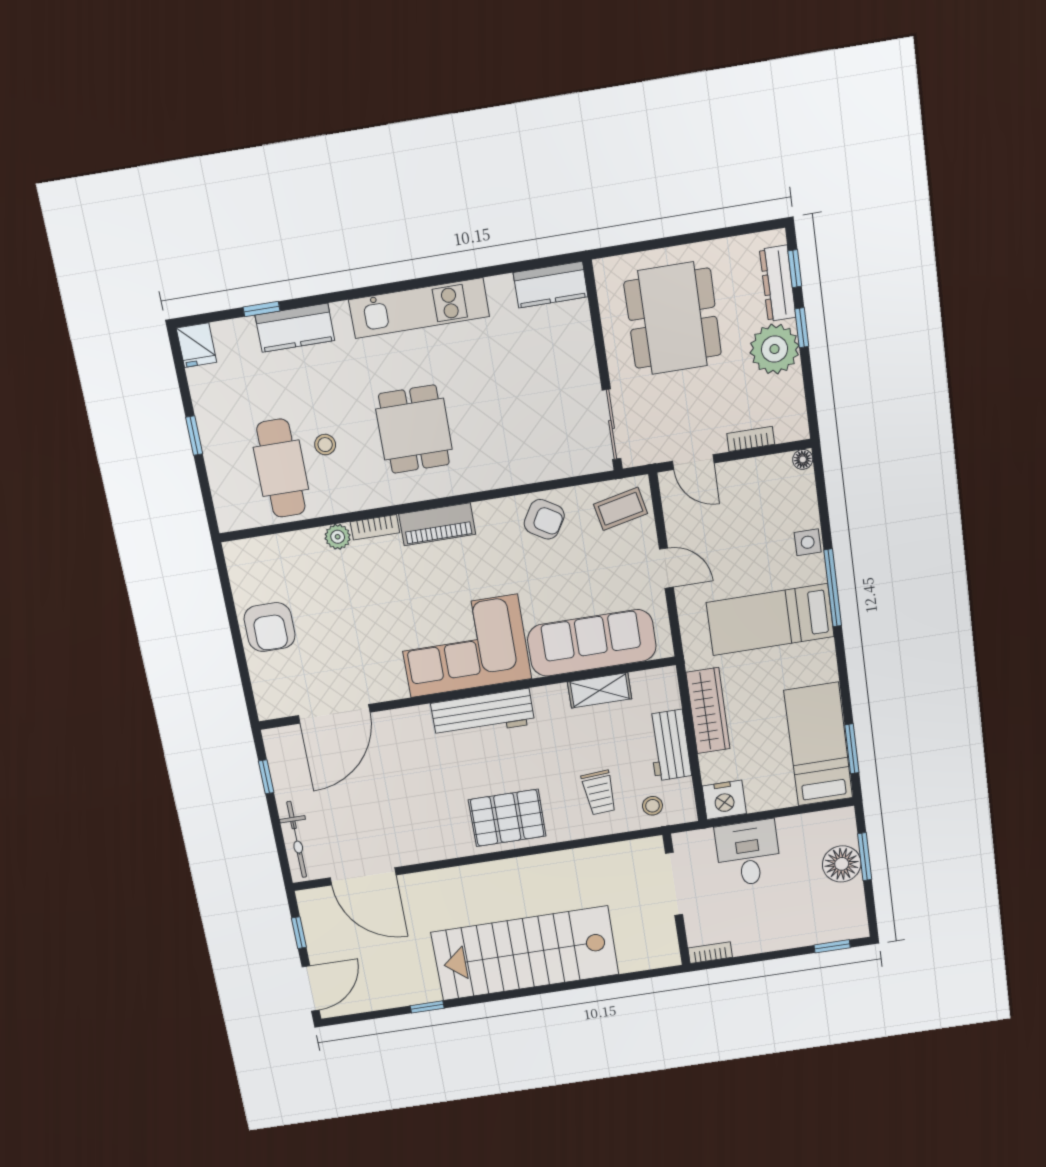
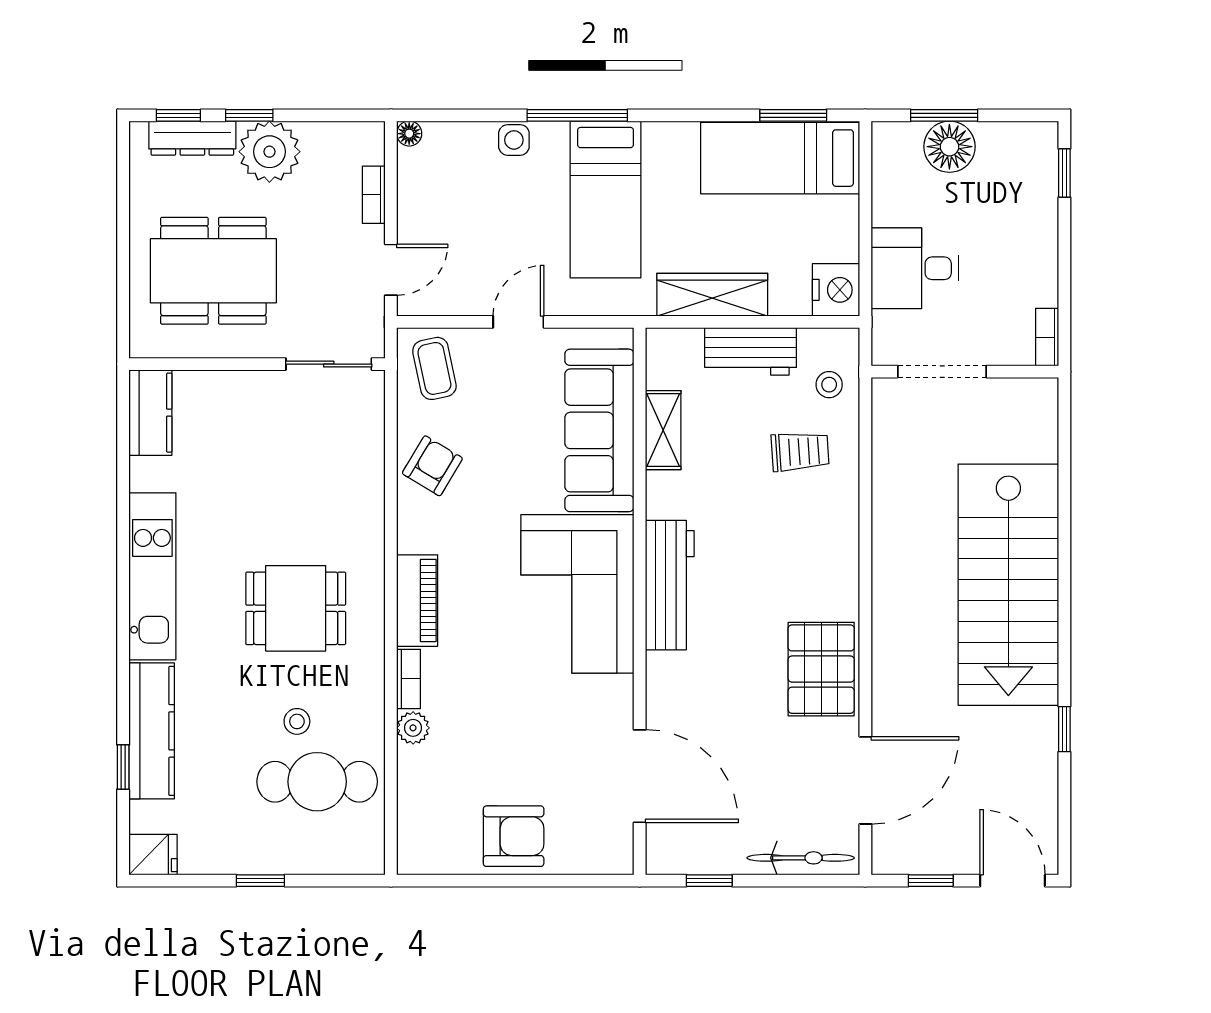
kitchen counter: (295, 328) -> (152, 731), width x1.50
pallet: (507, 818) -> (821, 669), moved

